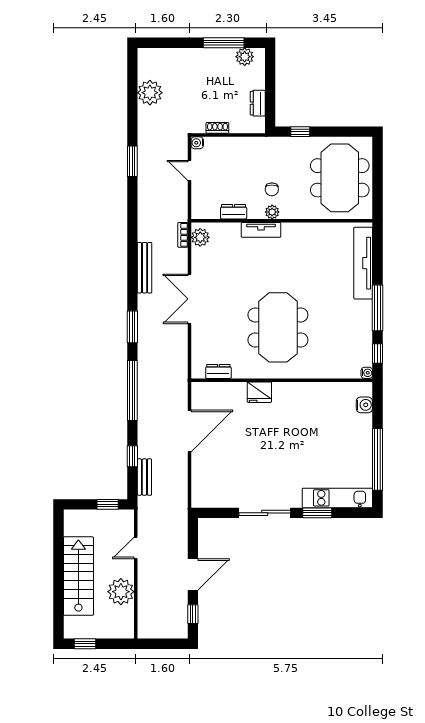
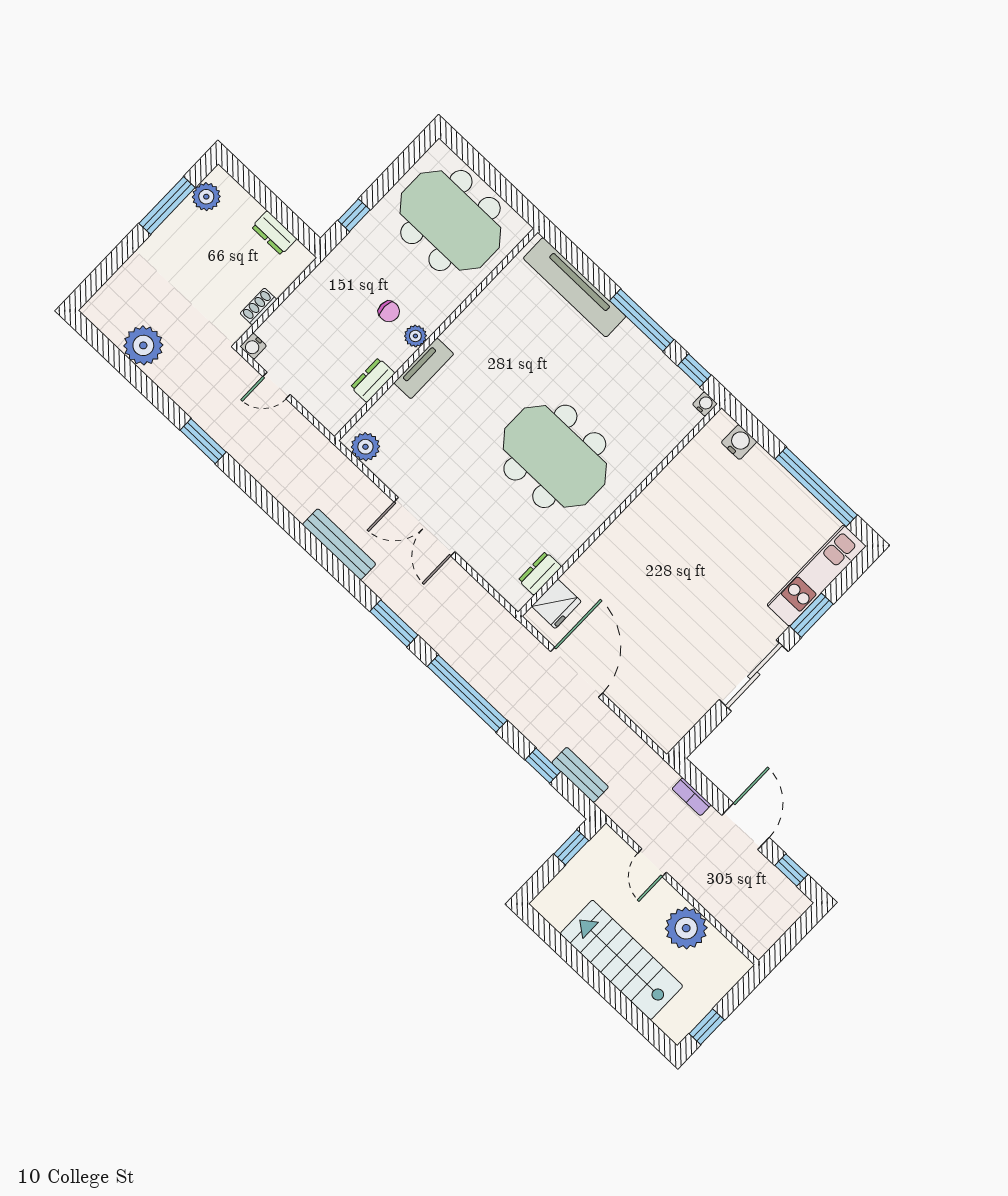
bookcase: (183, 235) -> (692, 797), moved
fridge: (259, 392) -> (556, 604), moved

